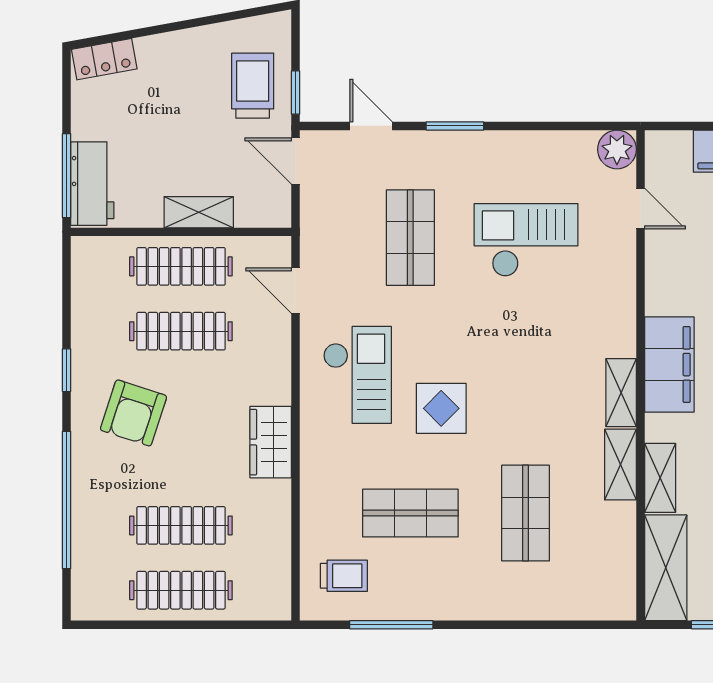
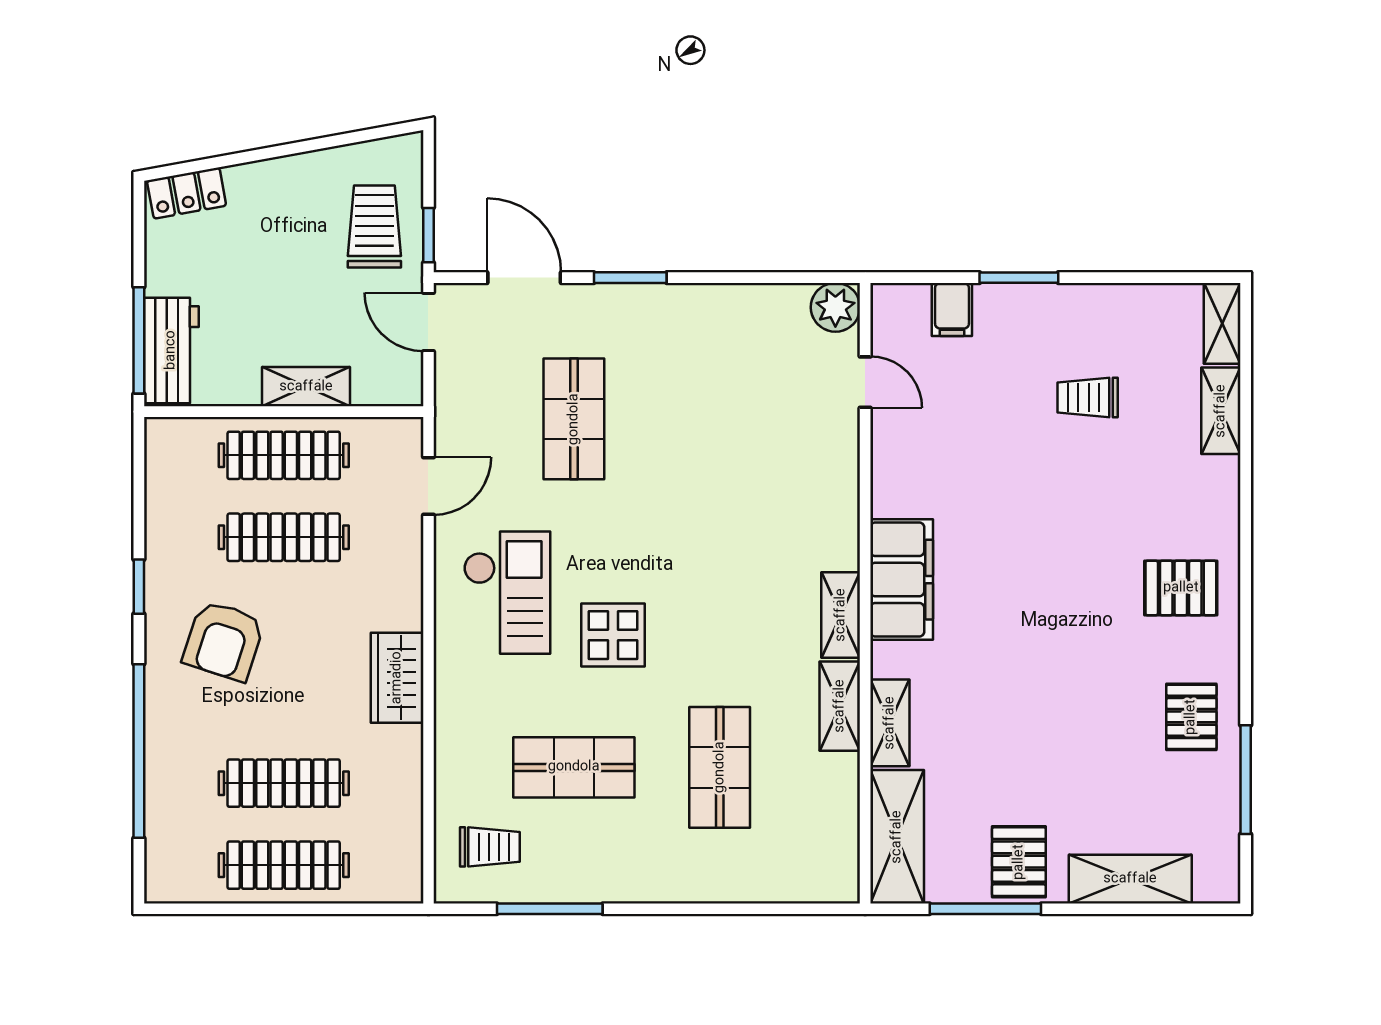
door: (371, 126) -> (524, 278), width x1.38
checkout: (526, 240) -> (720, 422), removed
door: (295, 291) -> (428, 486), swing flipped

